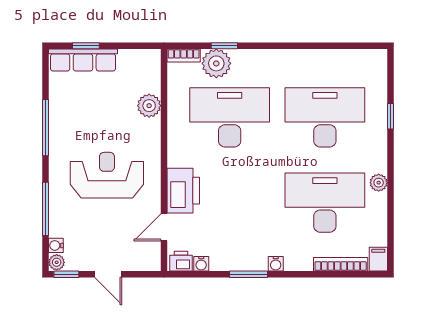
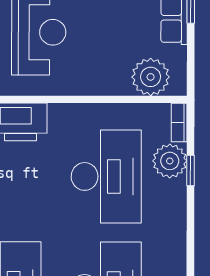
plant: (149, 106) -> (151, 77), moved, width x1.36, depth x1.36

